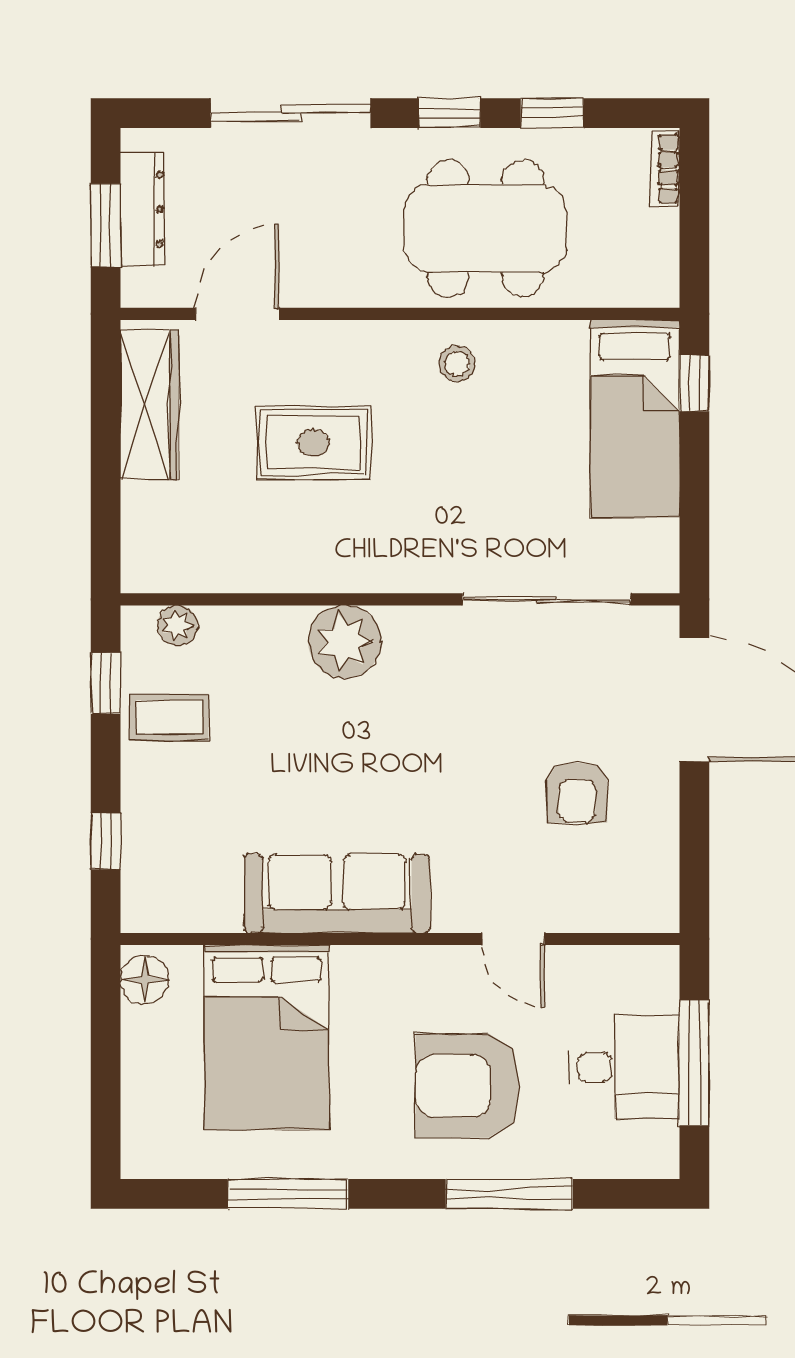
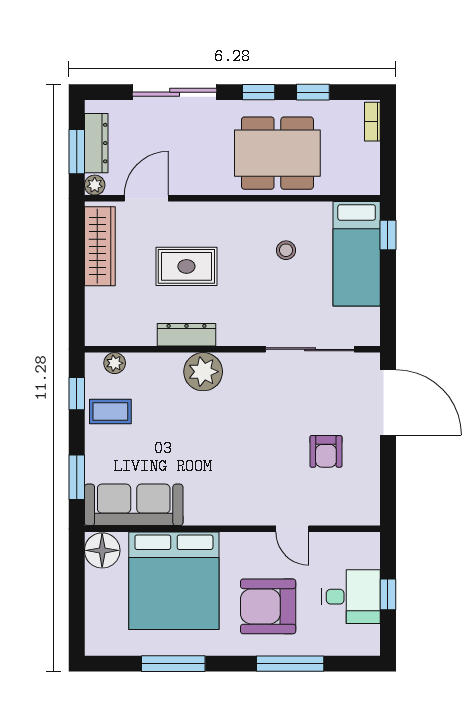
plant: (140, 289) -> (95, 185), added
stool: (457, 364) -> (286, 250), moved
dresser: (313, 572) -> (186, 335), added
window: (106, 841) -> (77, 477), width x1.50
sofa: (337, 894) -> (134, 505), moved
floor lamp: (145, 980) -> (102, 550), width x1.38, depth x1.38
bed: (267, 1037) -> (174, 581), width x1.36
window: (694, 1063) -> (388, 594), width x0.46

